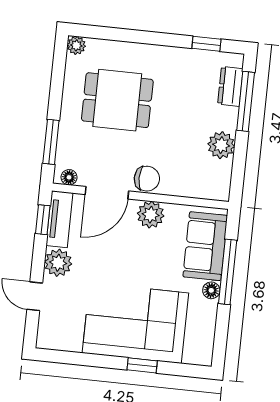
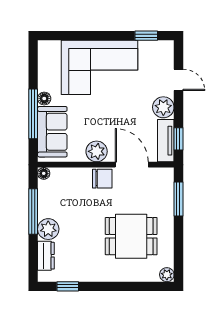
window: (246, 101) -> (33, 211), moved
plant: (221, 145) -> (48, 229), moved
floor lamp: (69, 177) -> (44, 173), moved
chair: (147, 179) -> (102, 179), turned 180
door: (107, 193) -> (132, 165), hinge flipped
window: (142, 365) -> (146, 36), moved

